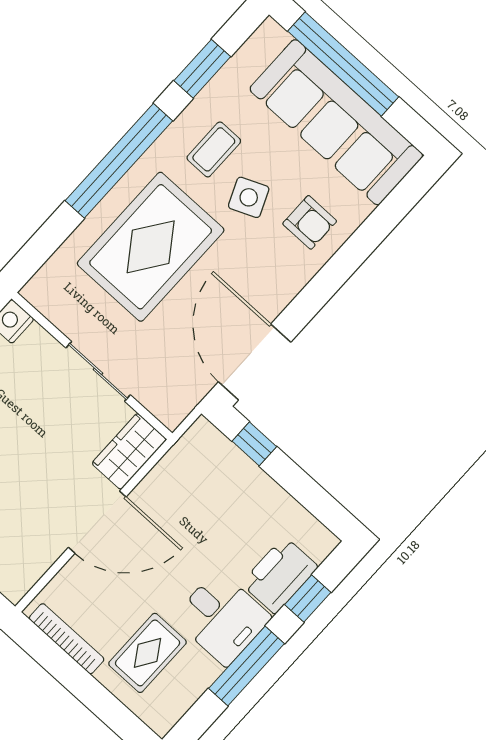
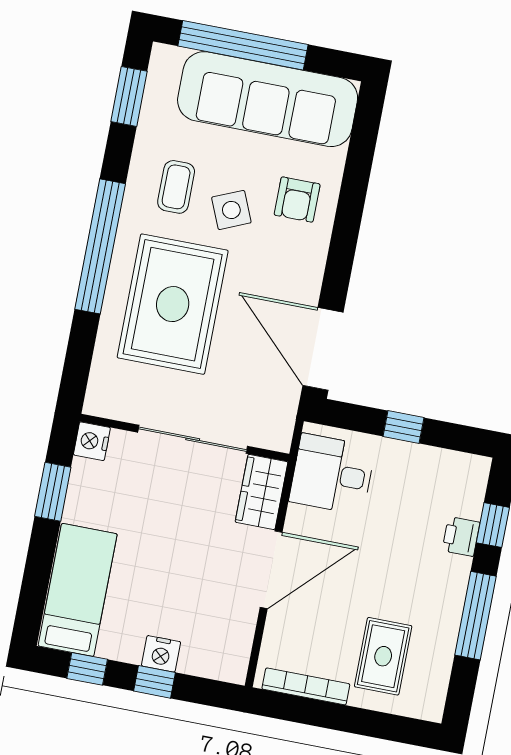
window: (202, 69) -> (129, 96), moved
armchair: (310, 222) -> (297, 200), turned 90
sliding door: (98, 371) -> (193, 439), width x1.37
window: (254, 444) -> (403, 427), moved
printer: (280, 575) -> (461, 536), width x0.53, depth x0.68
desk: (222, 618) -> (332, 474), moved, turned 180

